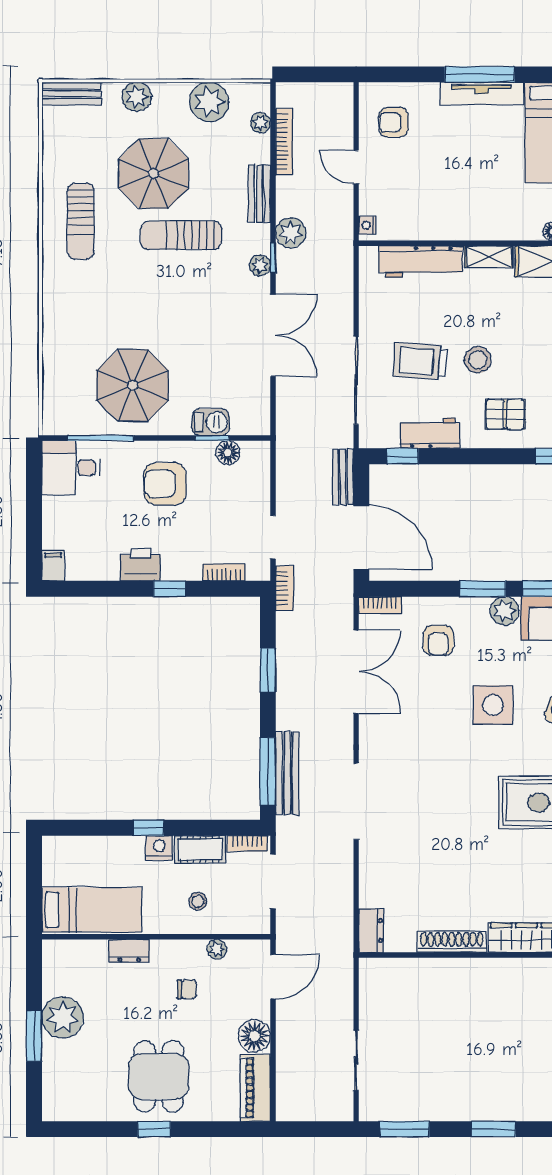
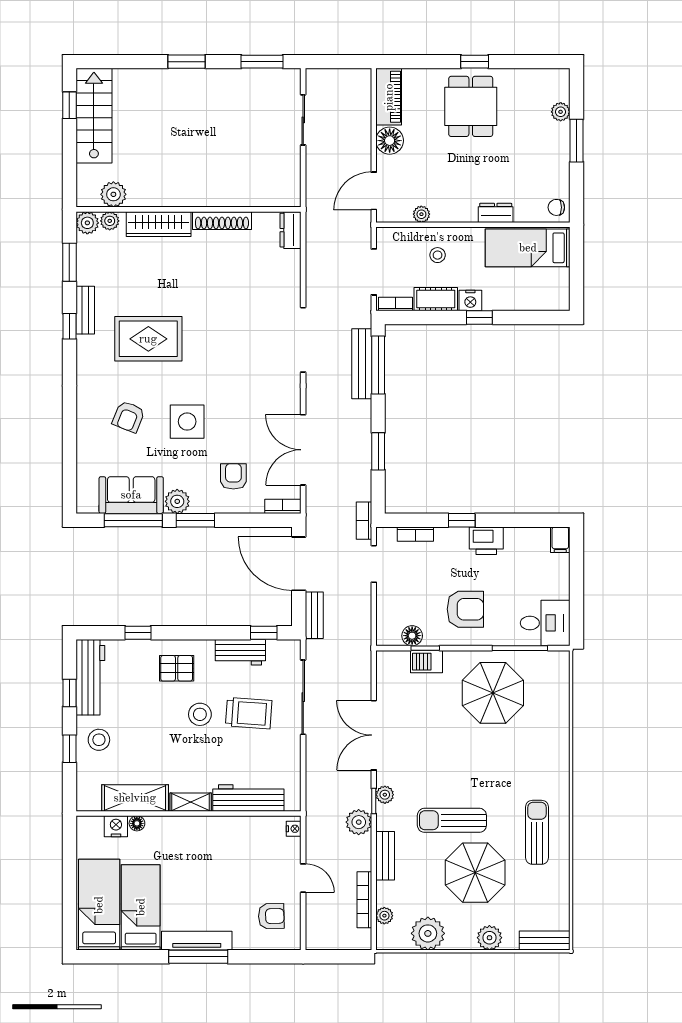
sun lounger: (181, 235) -> (452, 820), turned 180
chair: (187, 989) -> (556, 207), moved
plant: (63, 1017) -> (561, 112), moved, width x0.53, depth x0.53

